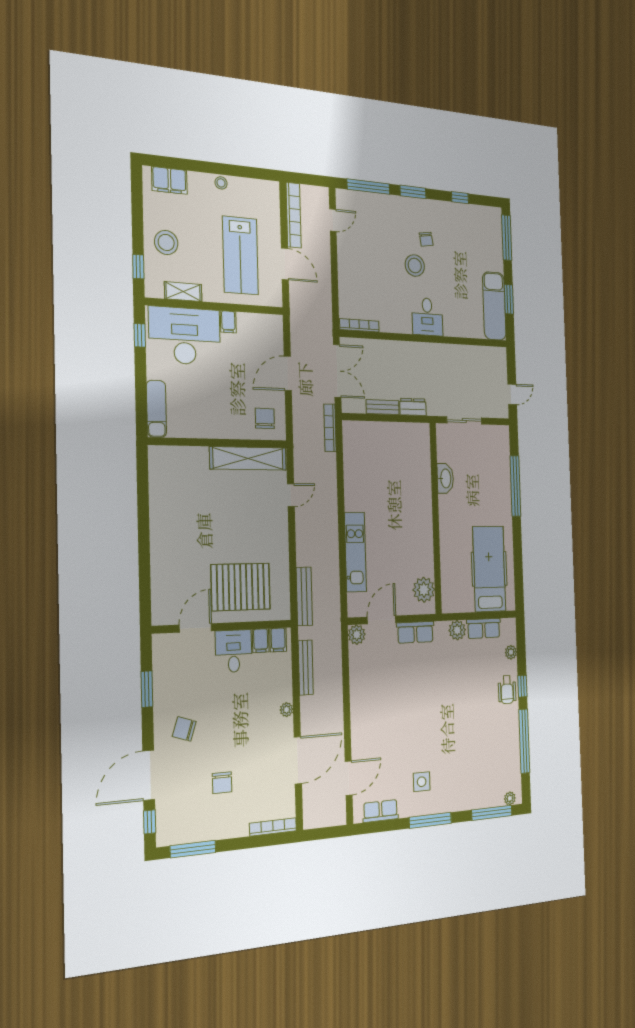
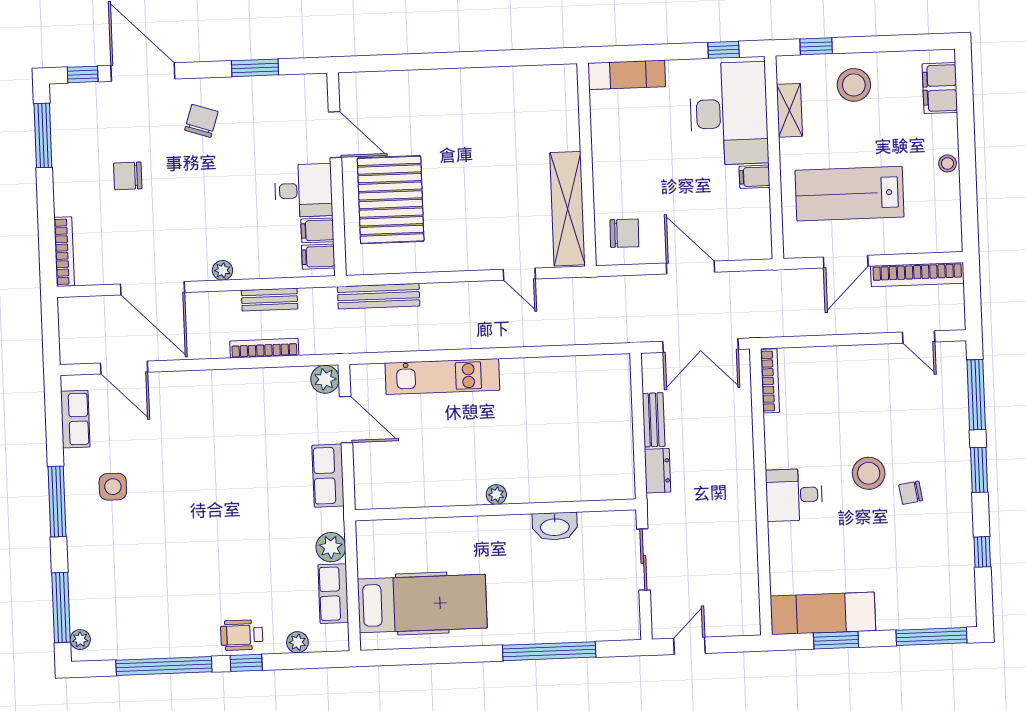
door: (512, 394) -> (689, 646), swing flipped
bookcase: (330, 428) -> (264, 348), moved
plant: (424, 590) -> (496, 495), moved, width x0.53, depth x0.53
bench: (306, 668) -> (270, 300), width x0.73

